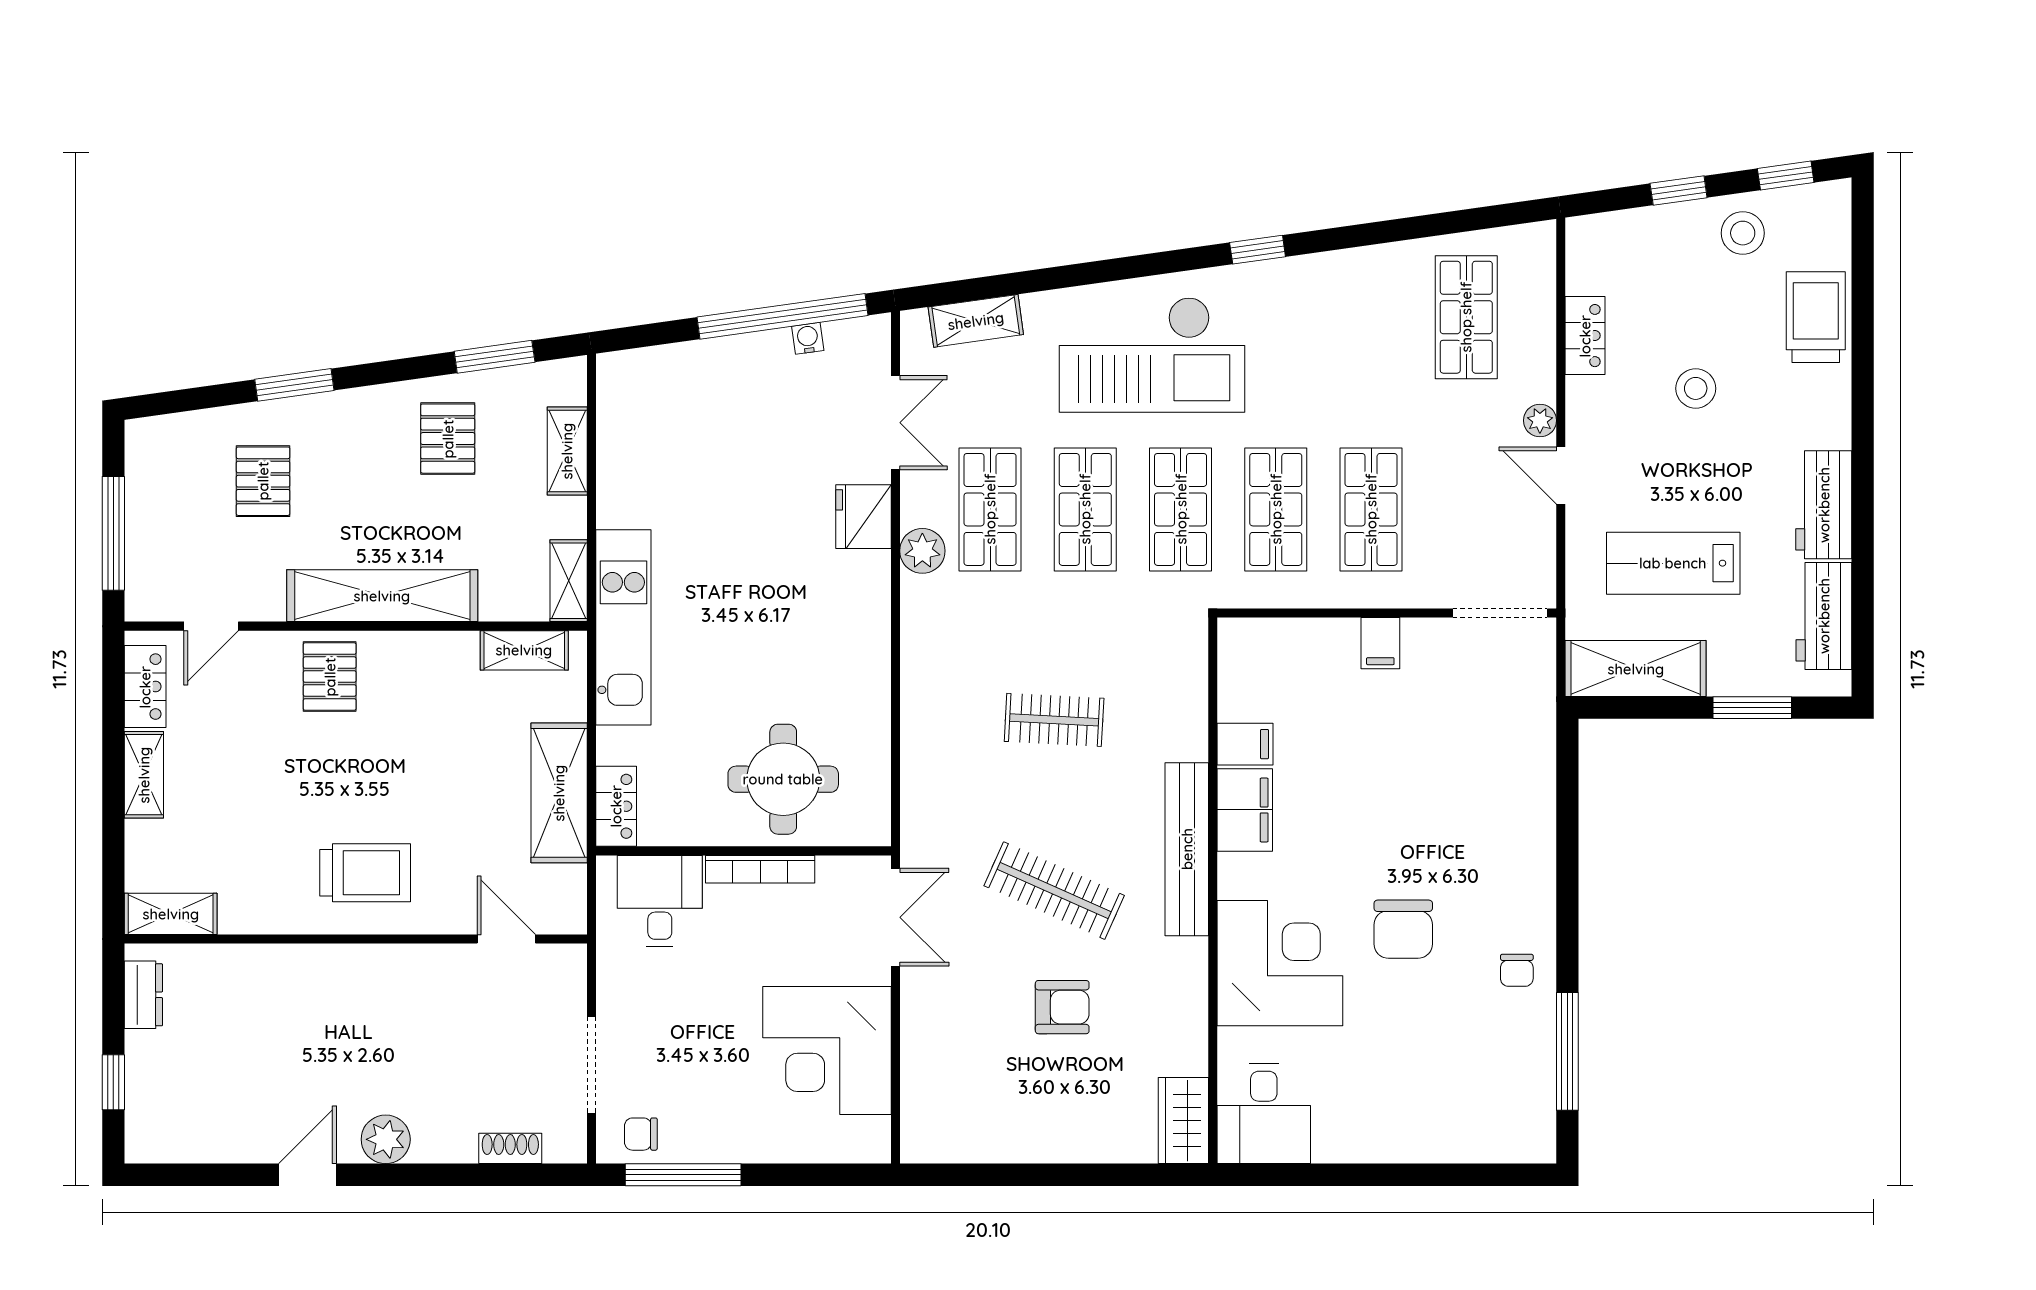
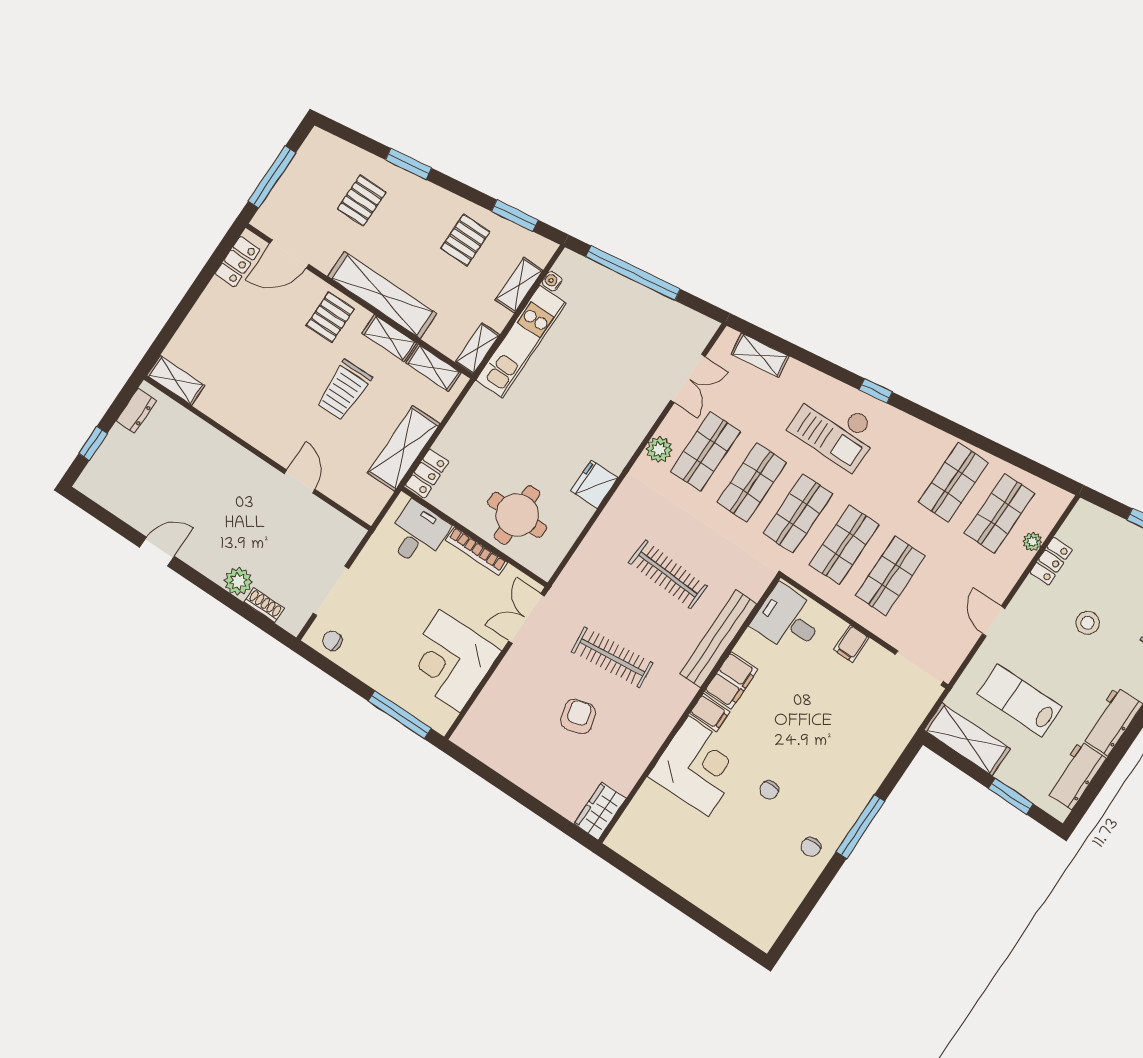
window: (1258, 250) -> (876, 391), moved
window: (782, 316) -> (633, 273), moved
shop shelf: (1371, 317) -> (953, 482), added
water cooler: (808, 338) -> (552, 281), moved, turned -82
checkout: (1152, 355) -> (835, 429), width x0.73, depth x0.83
plant: (1540, 420) -> (1032, 542), moved
fridge: (863, 517) -> (594, 484), moved
door: (211, 626) -> (289, 254), width x1.38
kitchen unit: (623, 627) -> (521, 342), moved
clothes rail: (1054, 720) -> (668, 574), width x1.36
filing cabinet: (1245, 744) -> (710, 712), moved
shelving: (144, 775) -> (389, 338), moved, turned 90
bench: (1187, 849) -> (718, 639), moved
trolley: (365, 873) -> (344, 390), moved, turned 90
clothes rail: (1054, 891) -> (612, 657), turned -30
double door: (895, 917) -> (527, 619), swing flipped
chair: (1403, 929) -> (769, 790), width x0.54, depth x0.54
door: (506, 939) -> (300, 481), moved
armchair: (1062, 1007) -> (578, 717), turned -106
window: (1567, 1051) -> (860, 826), moved
desk: (1264, 1113) -> (788, 620), moved, turned 90
plant: (386, 1139) -> (238, 581), moved
window: (683, 1175) -> (400, 715), moved

